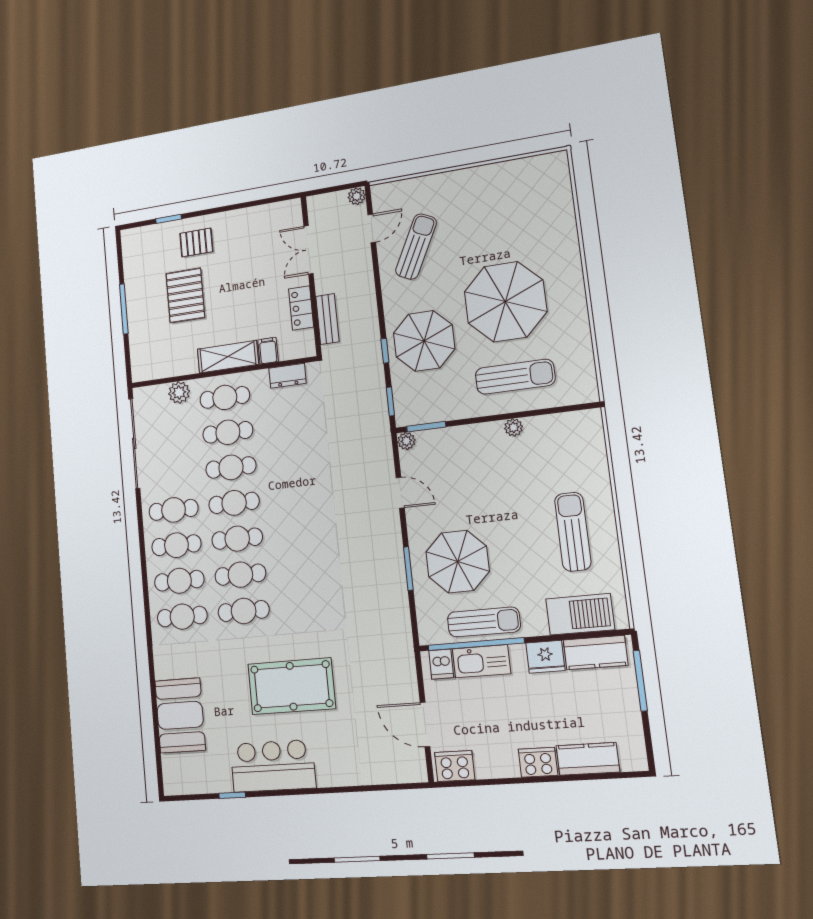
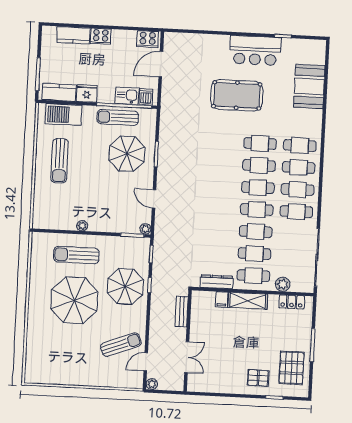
sun lounger: (416, 247) -> (121, 345), turned -137
pallet: (185, 295) -> (292, 368), moved
locker: (301, 308) -> (292, 302), moved, turned 90
dresser: (287, 376) -> (217, 282), width x1.44
kitchen sink: (481, 661) -> (127, 96), width x0.73
door: (425, 724) -> (161, 64), swing flipped

